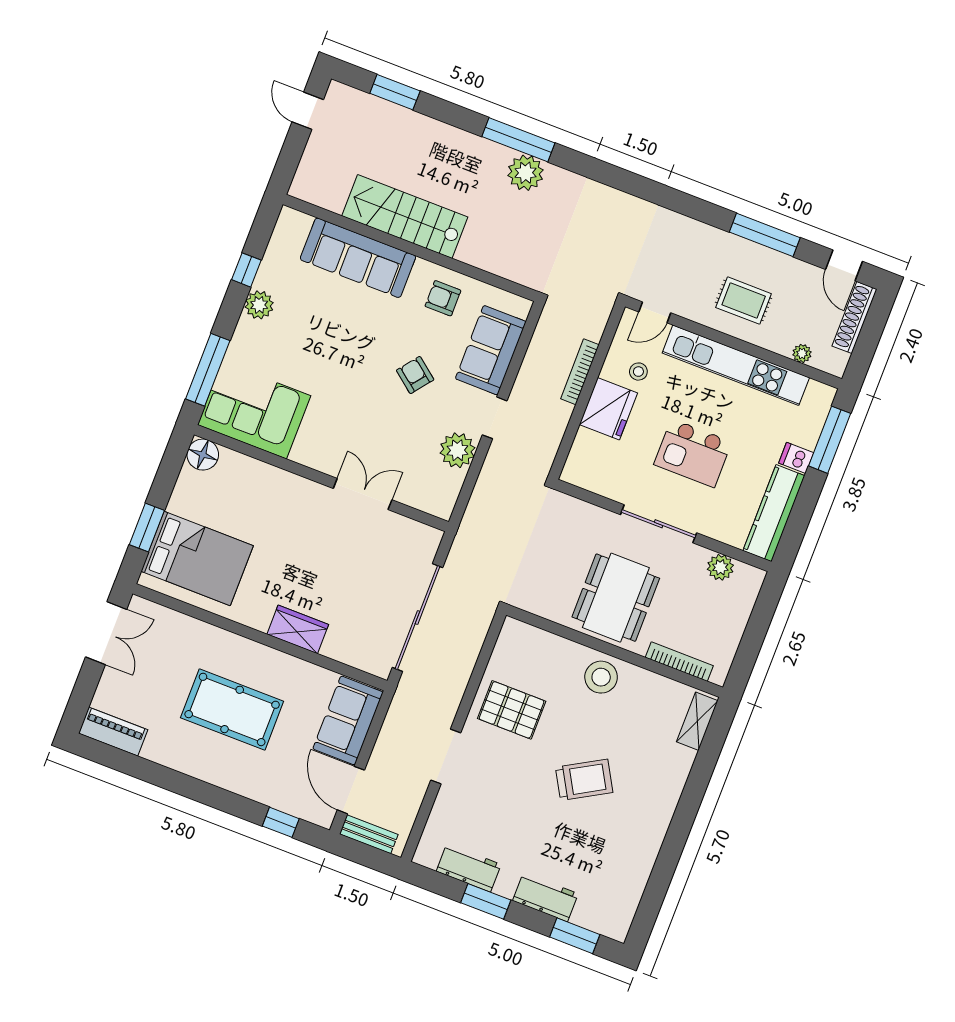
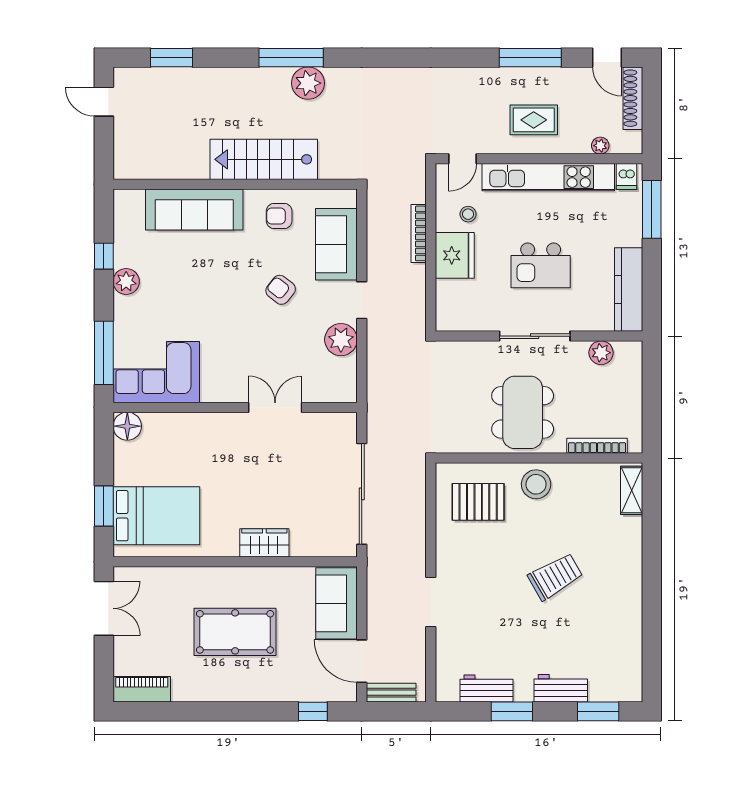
stairs: (405, 216) -> (264, 159), moved
dishwasher: (796, 458) -> (626, 177), moved, turned -90
pallet: (512, 710) -> (478, 502), moved

